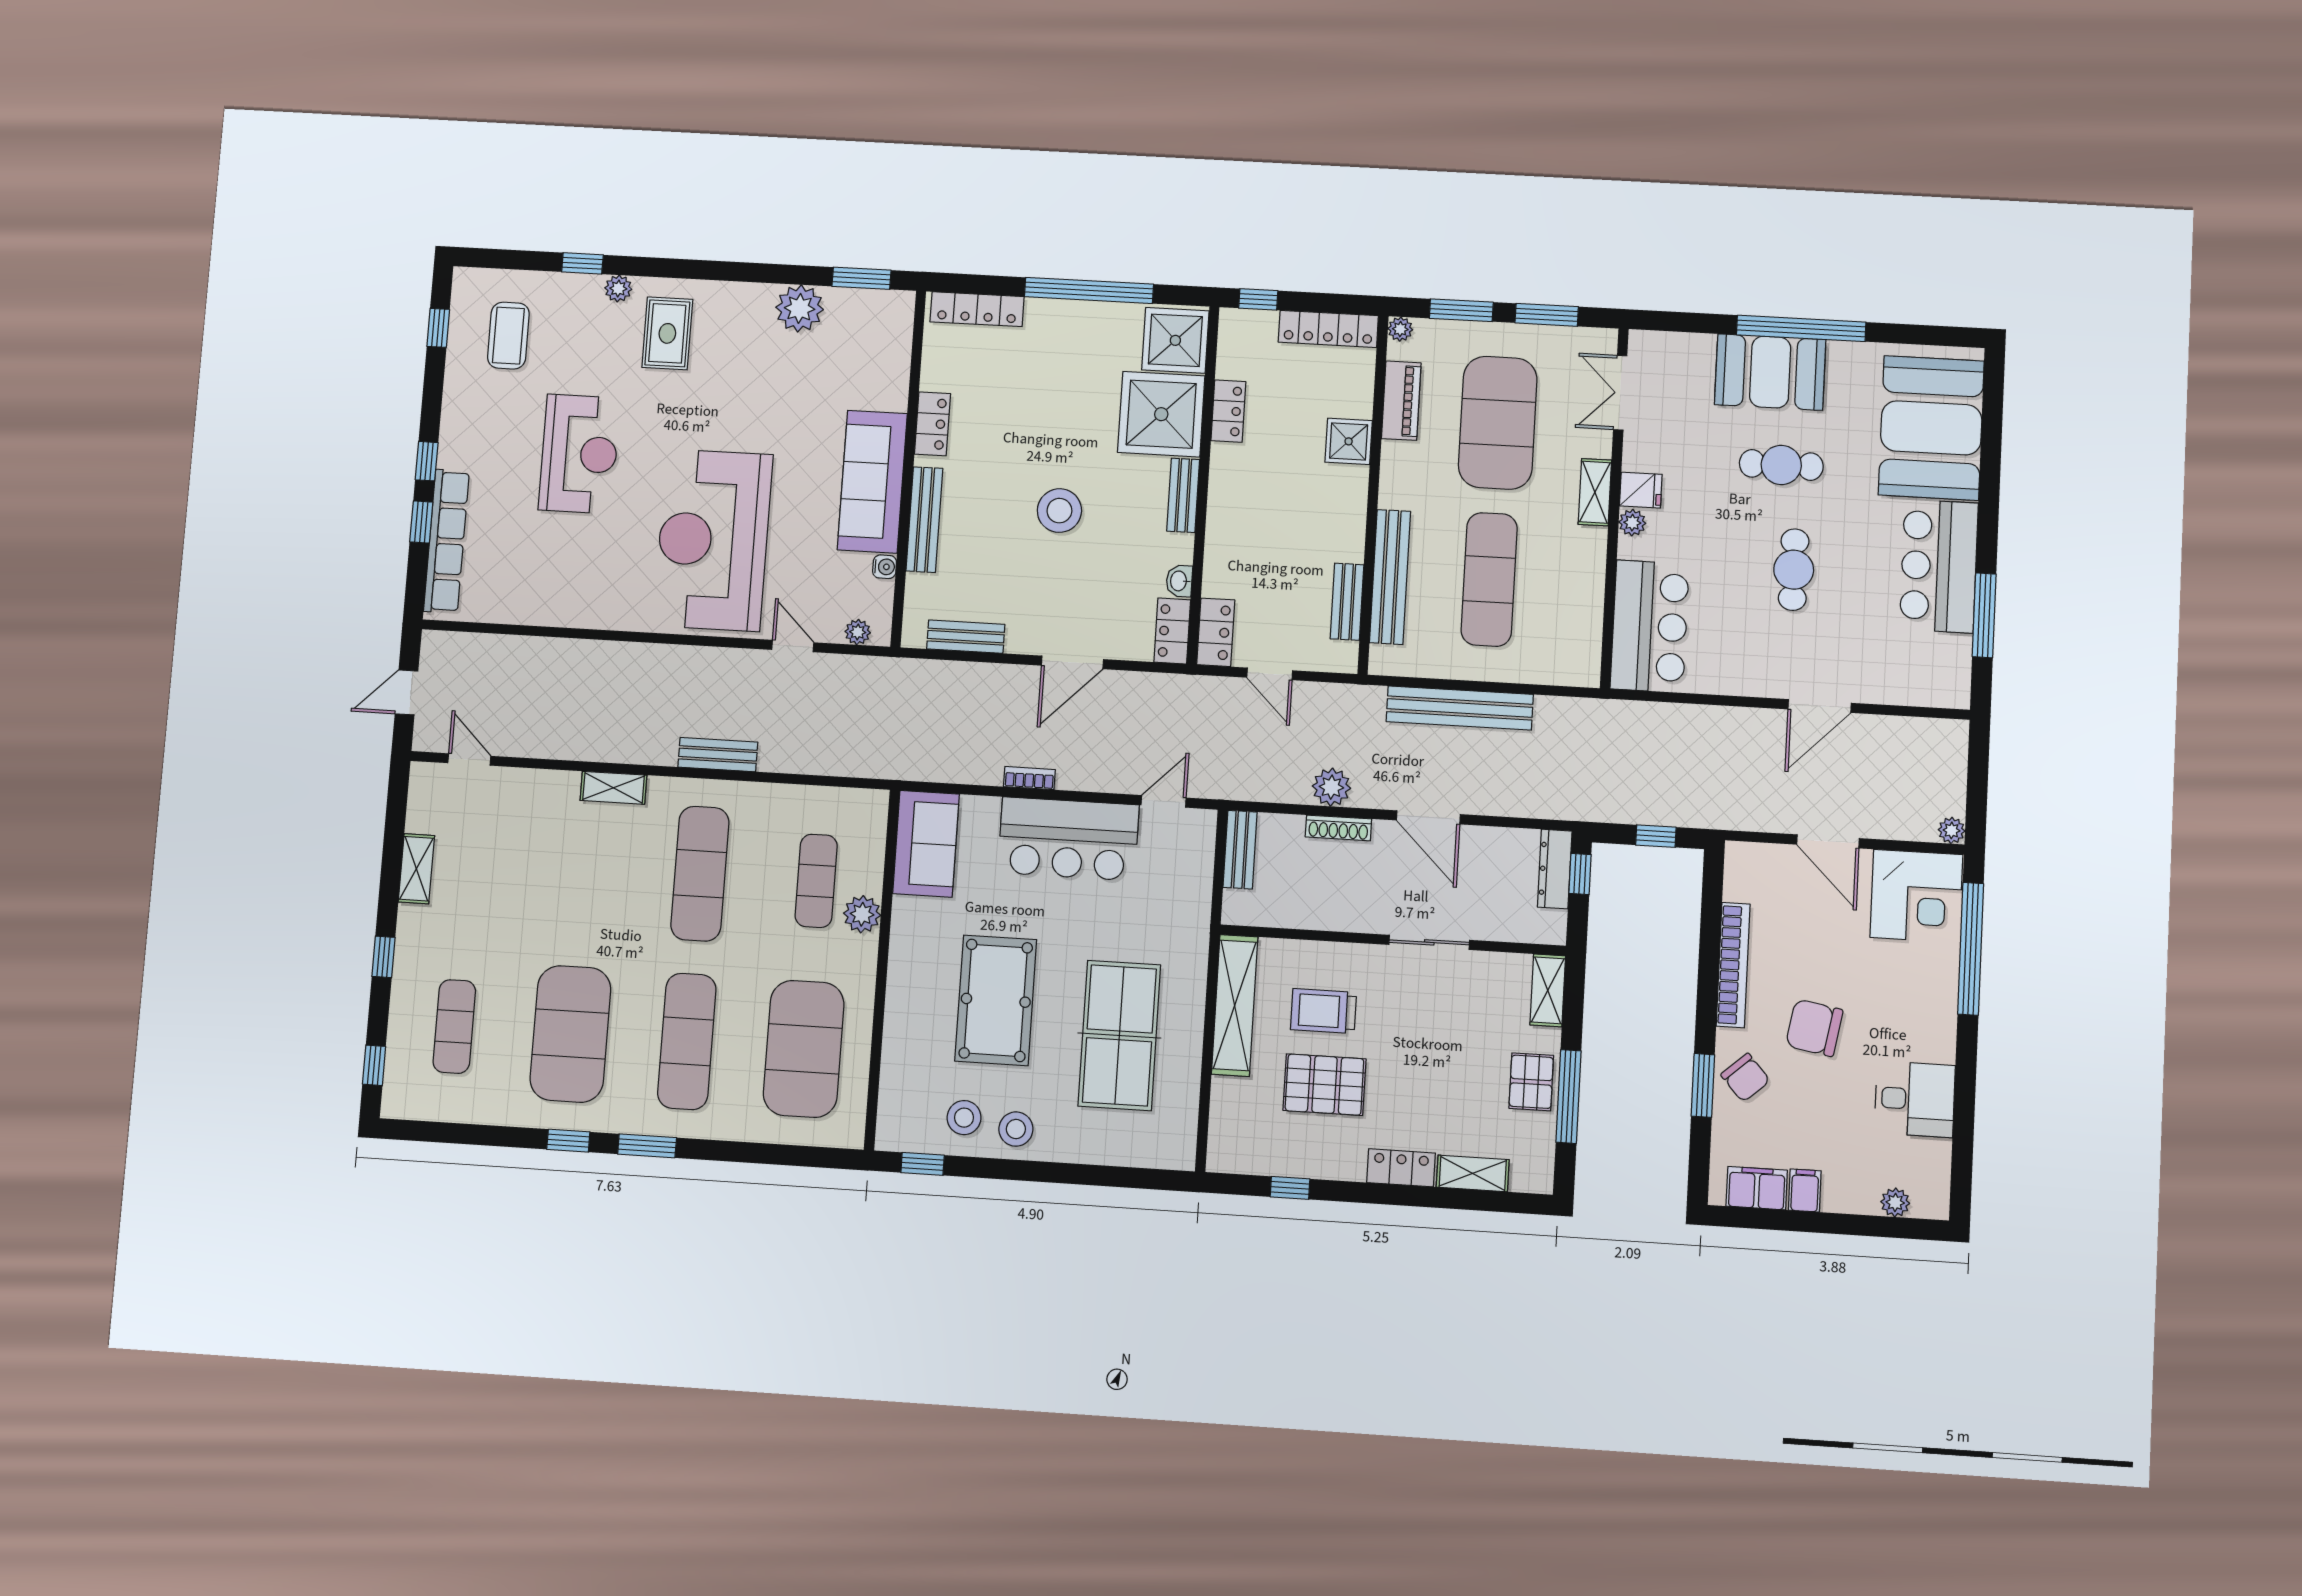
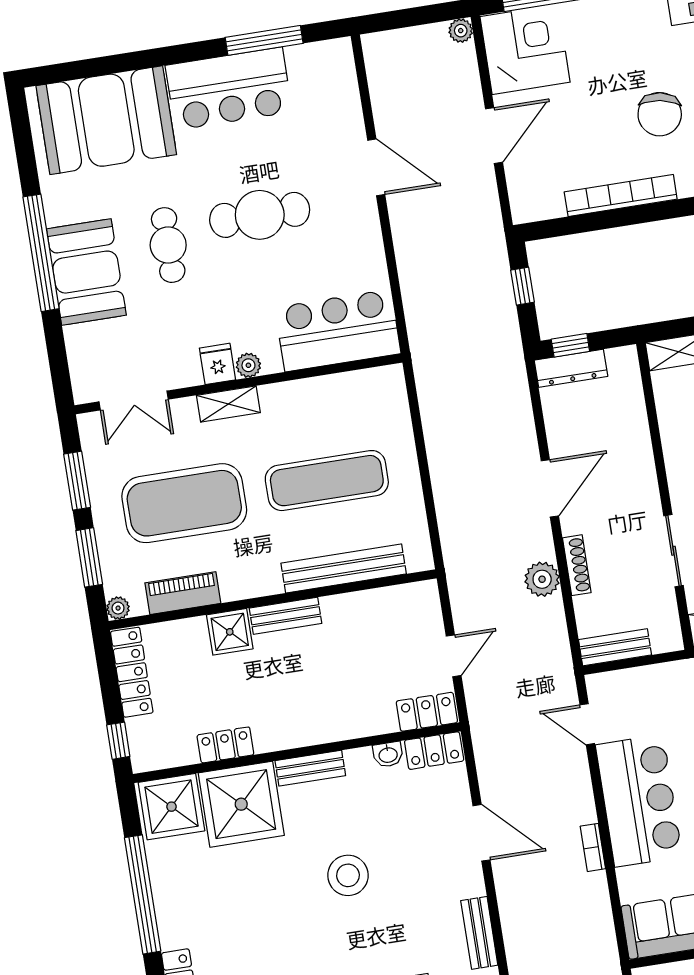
cafe table: (1794, 570) -> (260, 215), width x1.37, depth x1.35
bench: (1347, 602) -> (285, 616), moved
bench: (1460, 708) -> (447, 482), removed
sliding door: (1429, 942) -> (673, 551), moved

